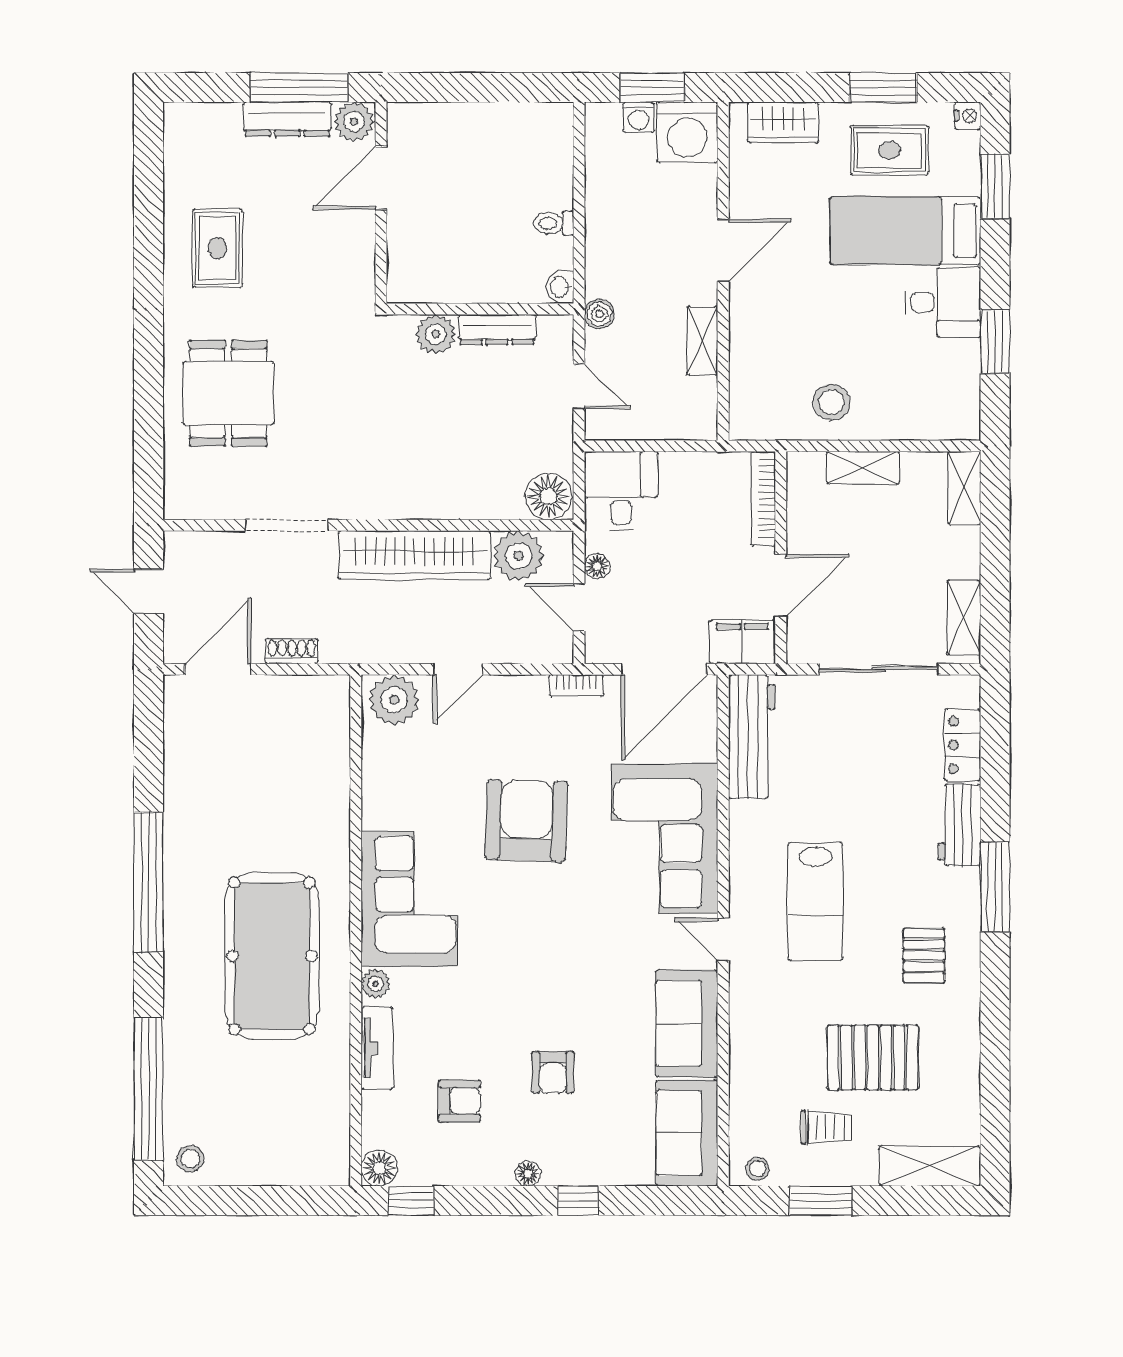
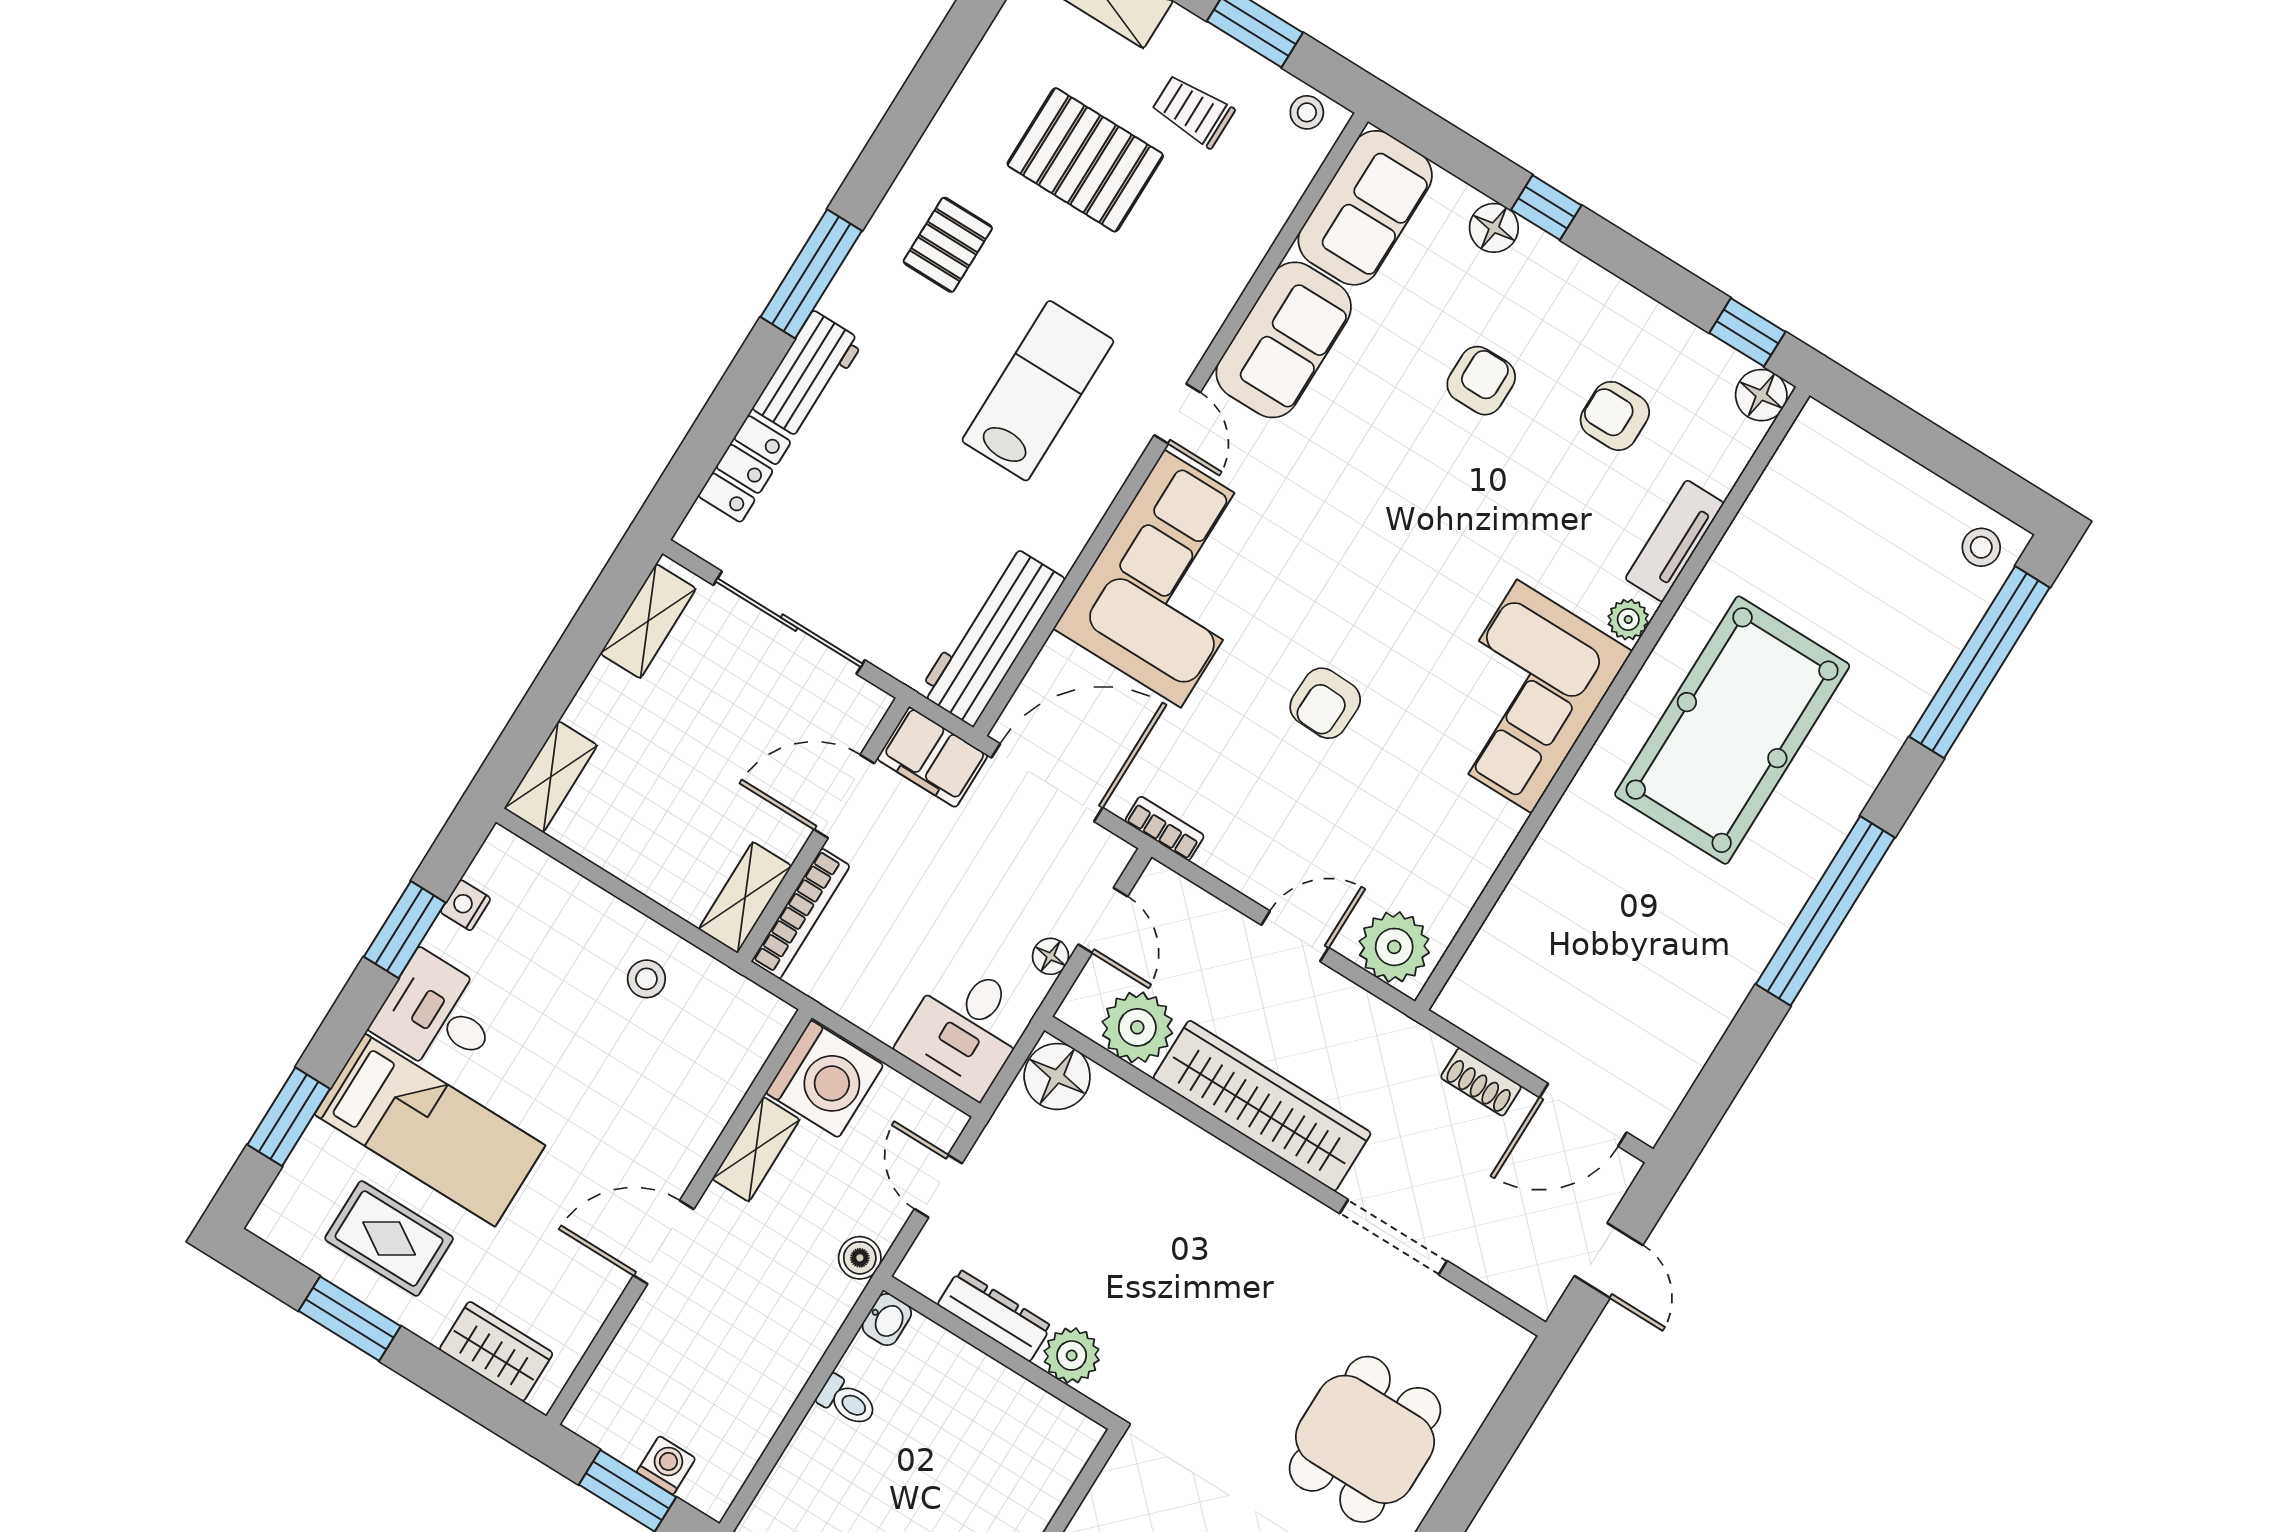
nightstand: (968, 116) -> (466, 905), moved
washing machine: (687, 132) -> (825, 1079), moved, turned 90
stool: (831, 402) -> (646, 979), width x0.73, depth x0.73
shelving: (863, 468) -> (745, 897), moved, turned 90
armchair: (526, 821) -> (1325, 703), width x0.53, depth x0.53
floor lamp: (528, 1174) -> (1494, 228), moved, width x1.37, depth x1.37

